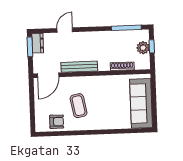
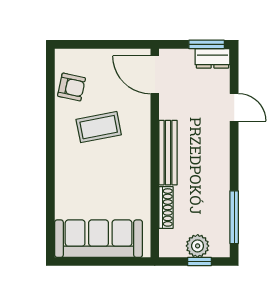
bench: (79, 67) -> (168, 153), moved
armchair: (57, 122) -> (72, 87), turned -78

